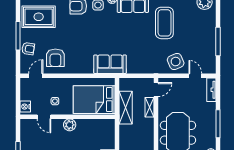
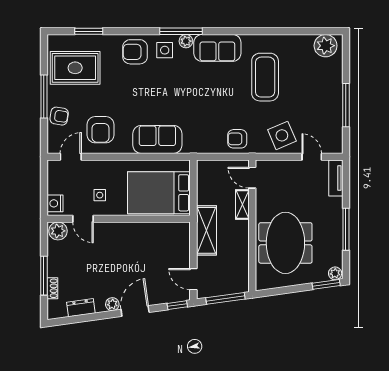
sofa: (110, 64) -> (157, 139), moved
armchair: (146, 64) -> (237, 139), added
door: (156, 90) -> (252, 178), swing flipped
shelving: (126, 108) -> (206, 230), moved
plant: (70, 125) -> (58, 231), moved

